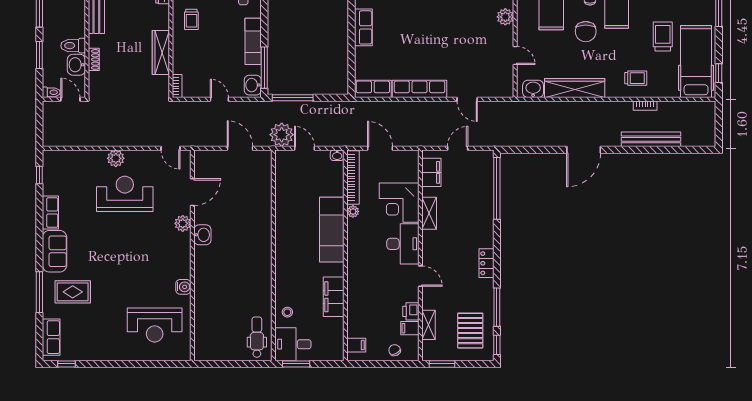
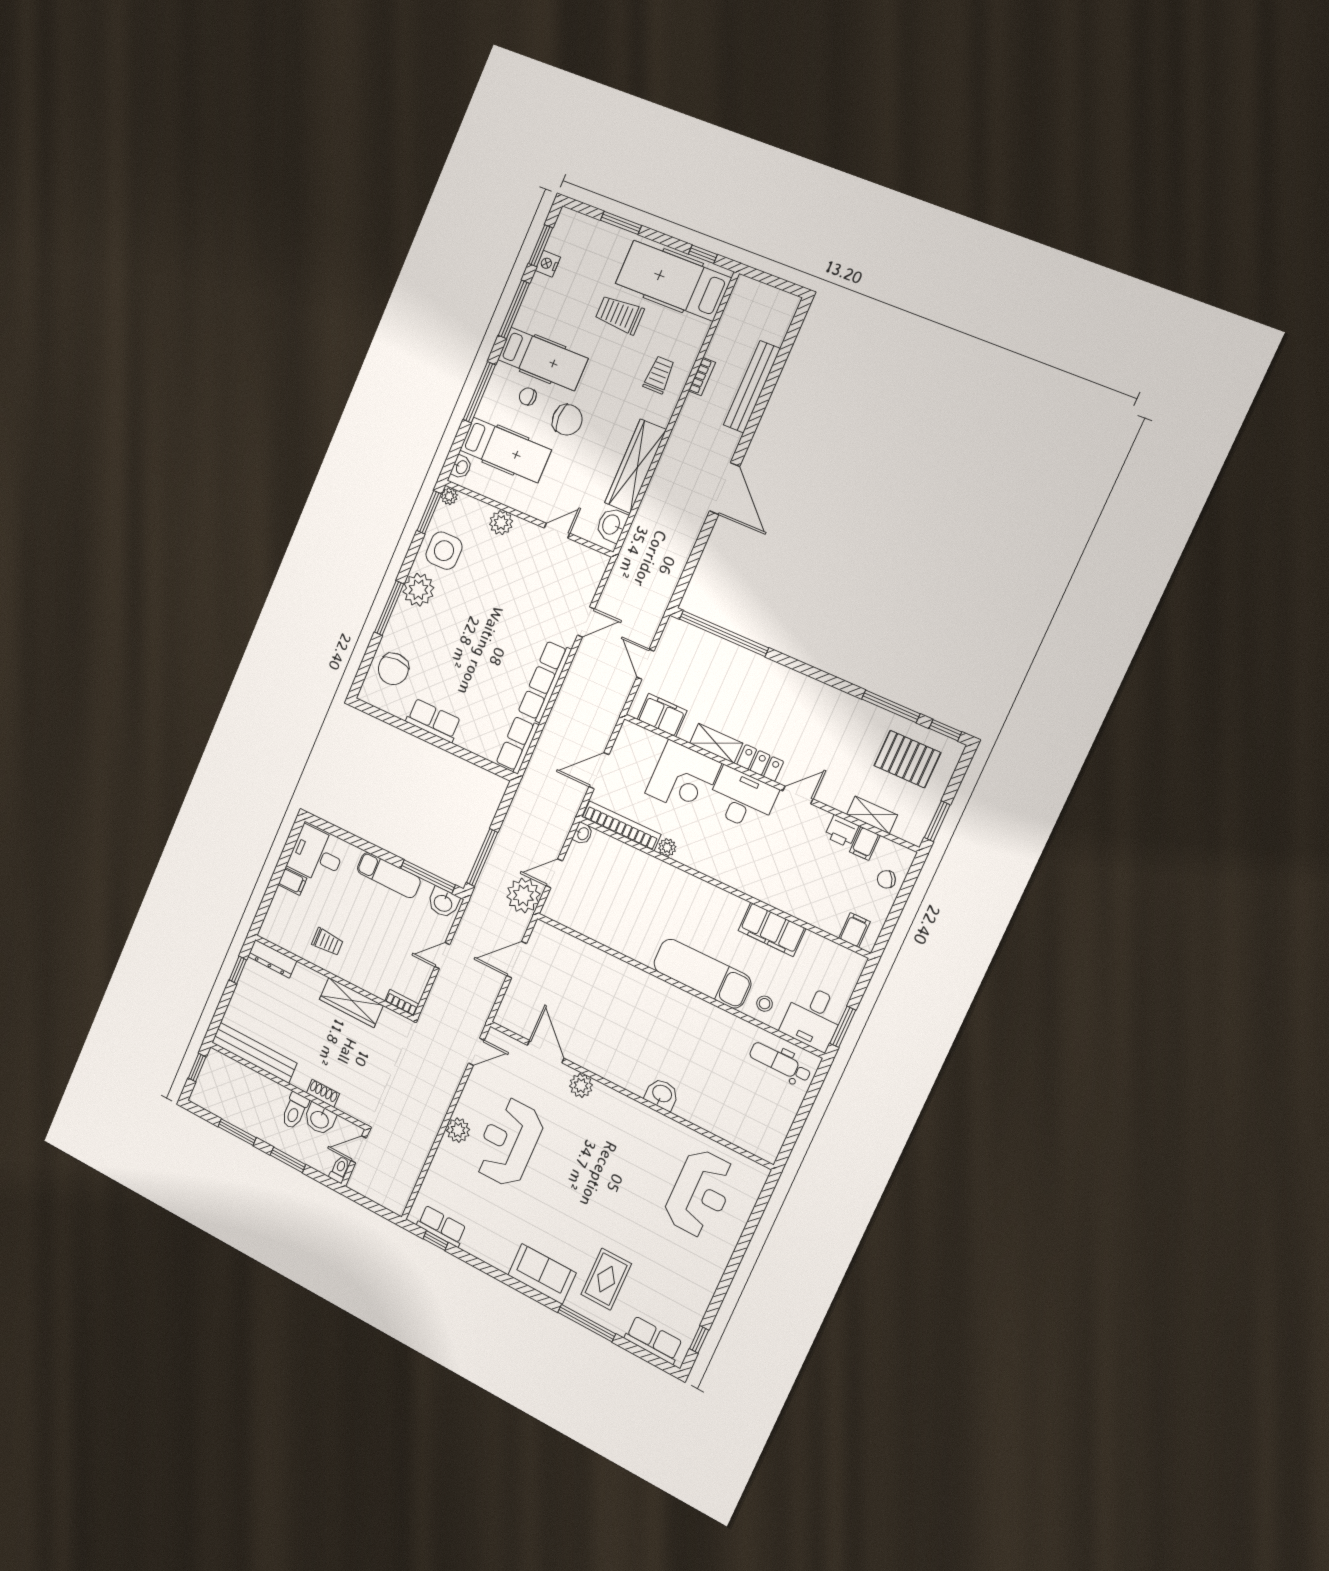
row of seats: (50, 213) -> (441, 1226), moved
exam couch: (332, 230) -> (702, 974), moved, turned 180
washbasin: (202, 235) -> (662, 1094), moved
locker: (486, 263) -> (760, 763), moved, turned 180
water cooler: (183, 287) -> (666, 1128), removed

